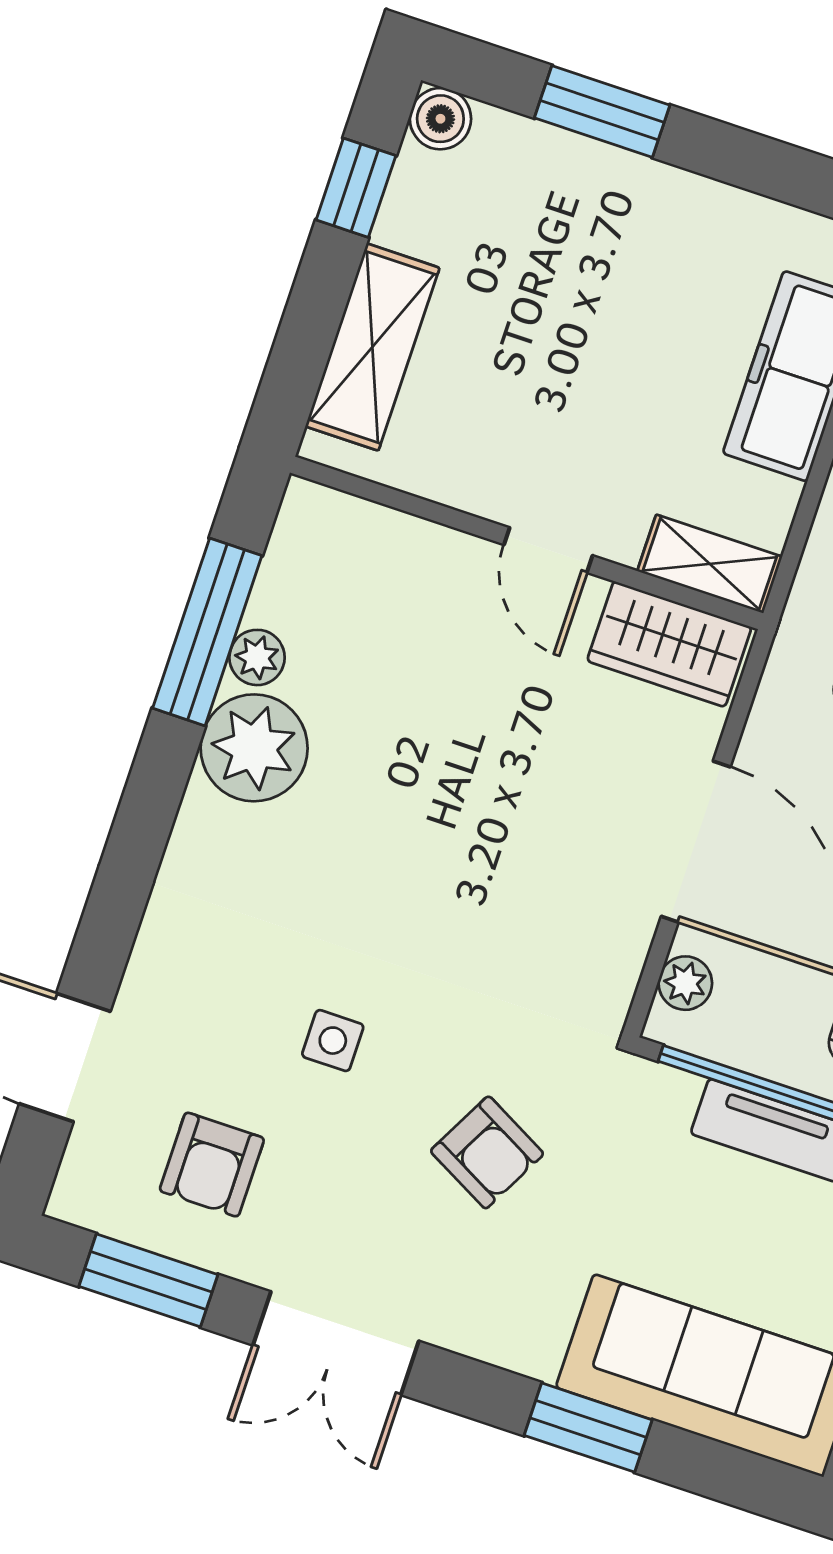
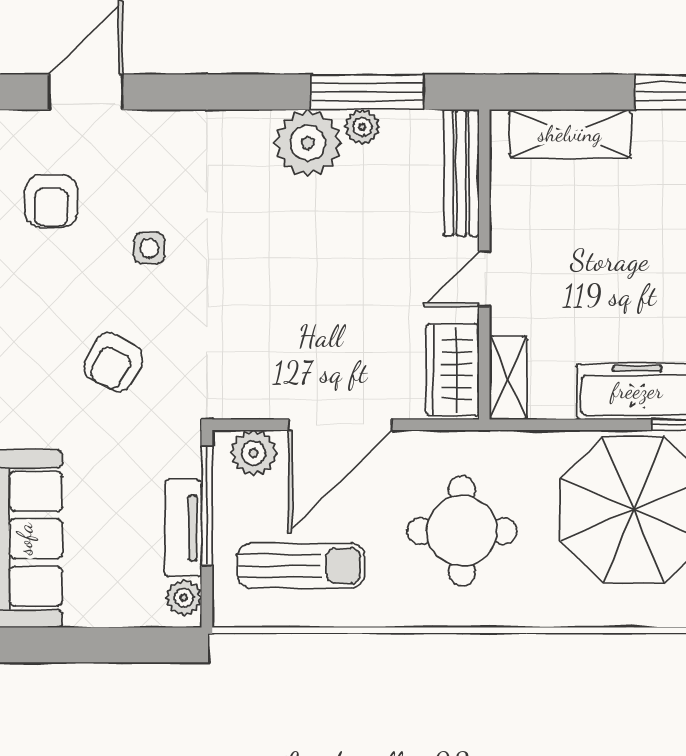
bench: (376, 531) -> (461, 173), added
plant: (685, 983) -> (254, 453), width x1.38, depth x1.38
armchair: (212, 1165) -> (51, 201), turned -90

